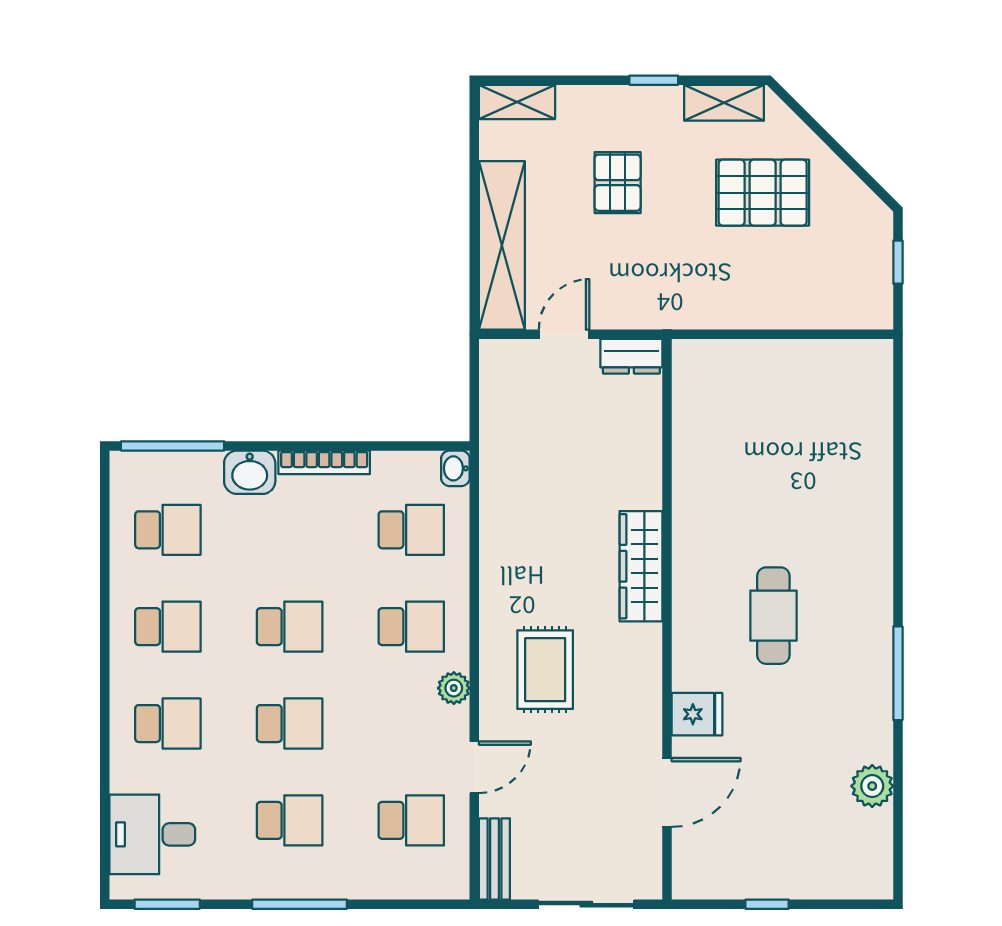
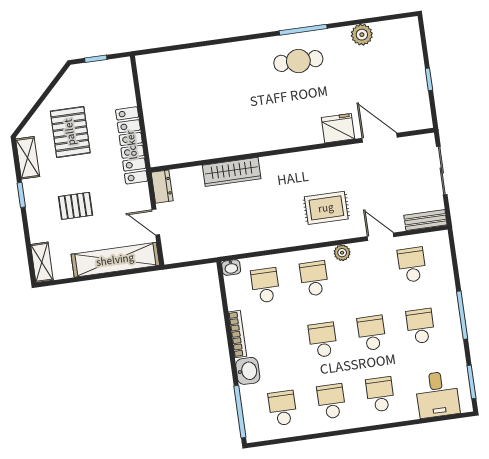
locker: (720, 308) -> (132, 145), added
wardrobe: (641, 566) -> (232, 172), moved
cafe table: (773, 616) -> (298, 61), moved
fridge: (697, 714) -> (338, 128), width x1.38

